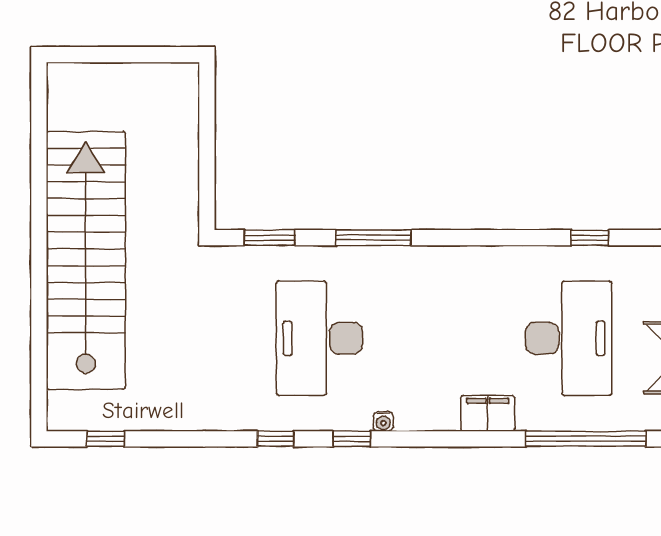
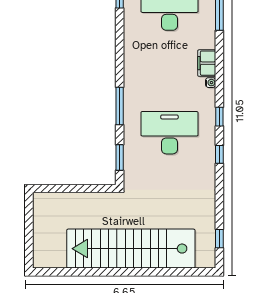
desk: (319, 338) -> (169, 133), turned 180
filing cabinet: (488, 413) -> (207, 63), moved
water cooler: (383, 421) -> (211, 83), moved

